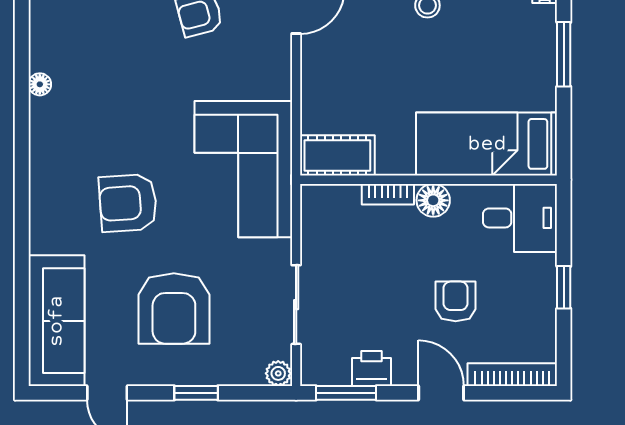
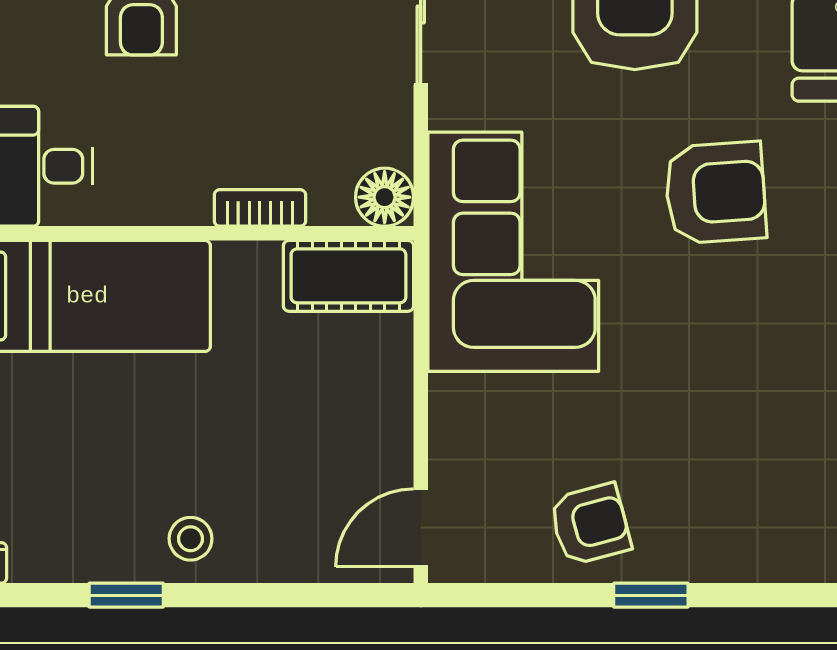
floor lamp: (433, 200) -> (385, 197), moved

